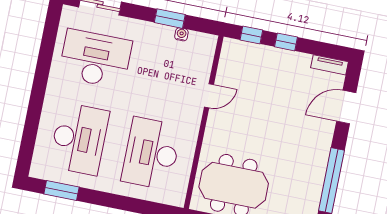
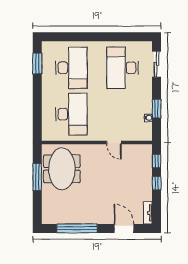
desk: (95, 59) -> (123, 68), turned 180
desk: (79, 139) -> (71, 68), turned -90
desk: (151, 153) -> (71, 114), turned 90

